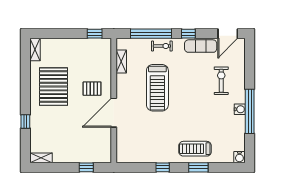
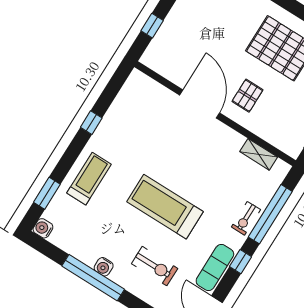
treadmill: (157, 88) -> (165, 207), moved
window: (198, 167) -> (47, 193), moved

